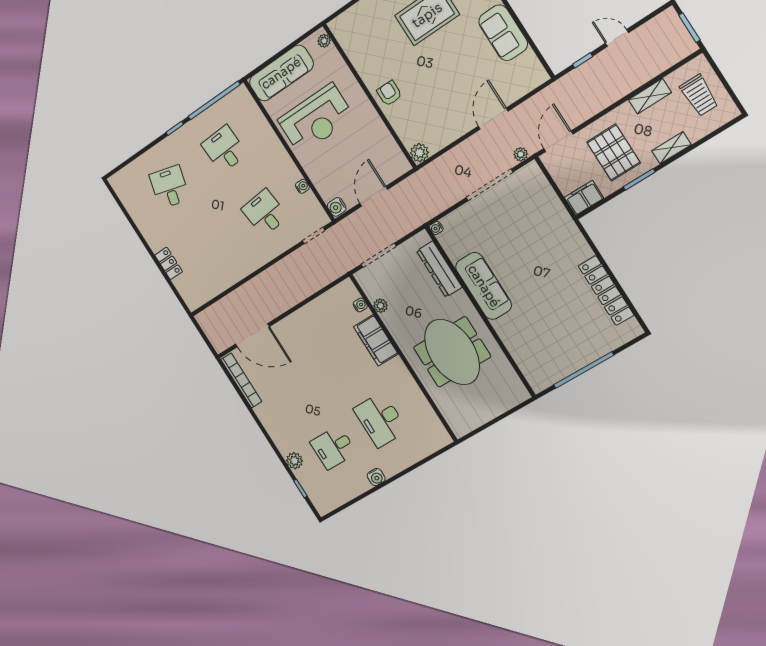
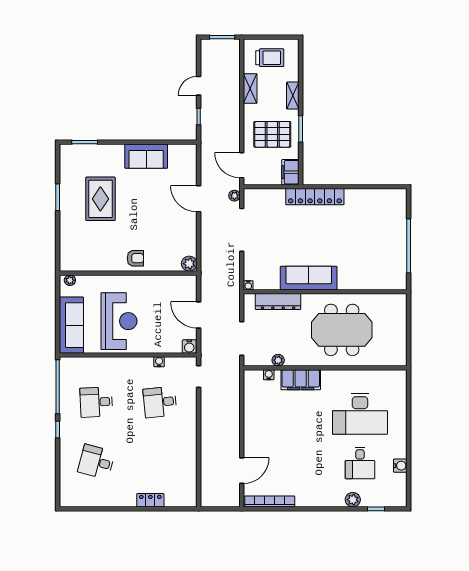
armchair: (389, 93) -> (135, 258), turned 180
locker: (606, 291) -> (315, 197), moved
door: (252, 335) -> (242, 471), width x0.73
desk: (380, 420) -> (360, 414), width x1.36, depth x1.30
water cooler: (376, 477) -> (400, 466), moved

